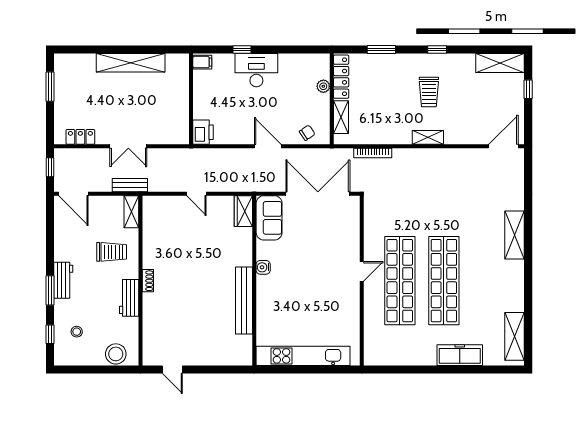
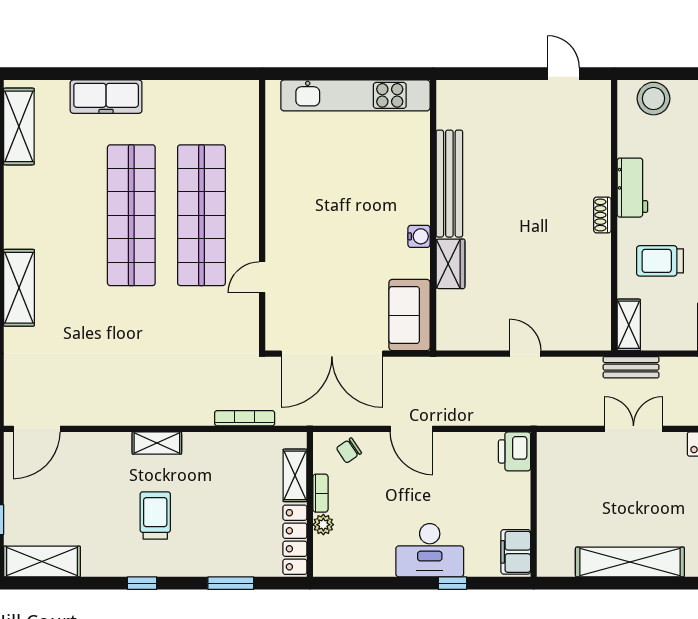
filing cabinet: (202, 62) -> (516, 552), width x2.00
bookcase: (325, 106) -> (320, 493), added
wardrobe: (243, 211) -> (450, 264), moved
door: (362, 271) -> (262, 277), moved

